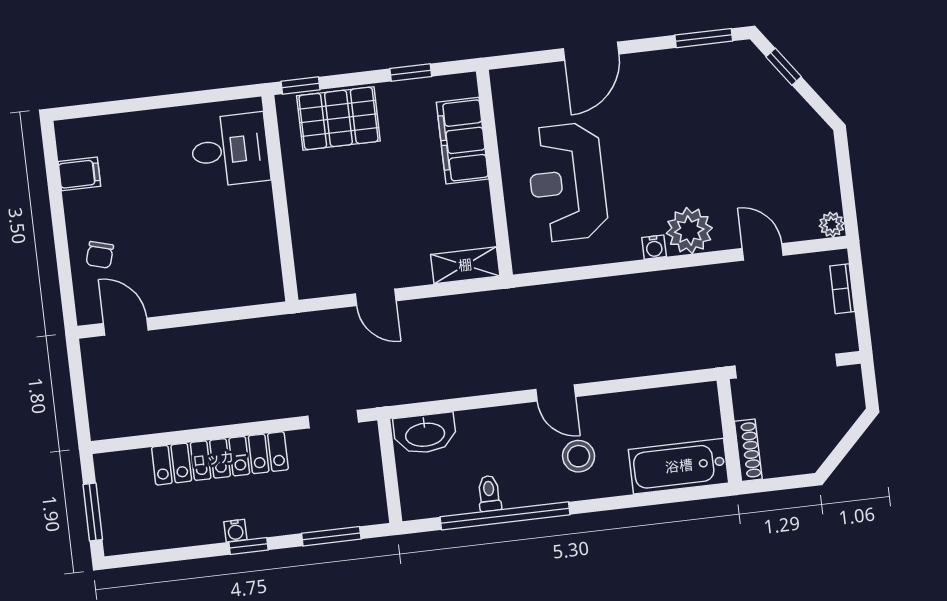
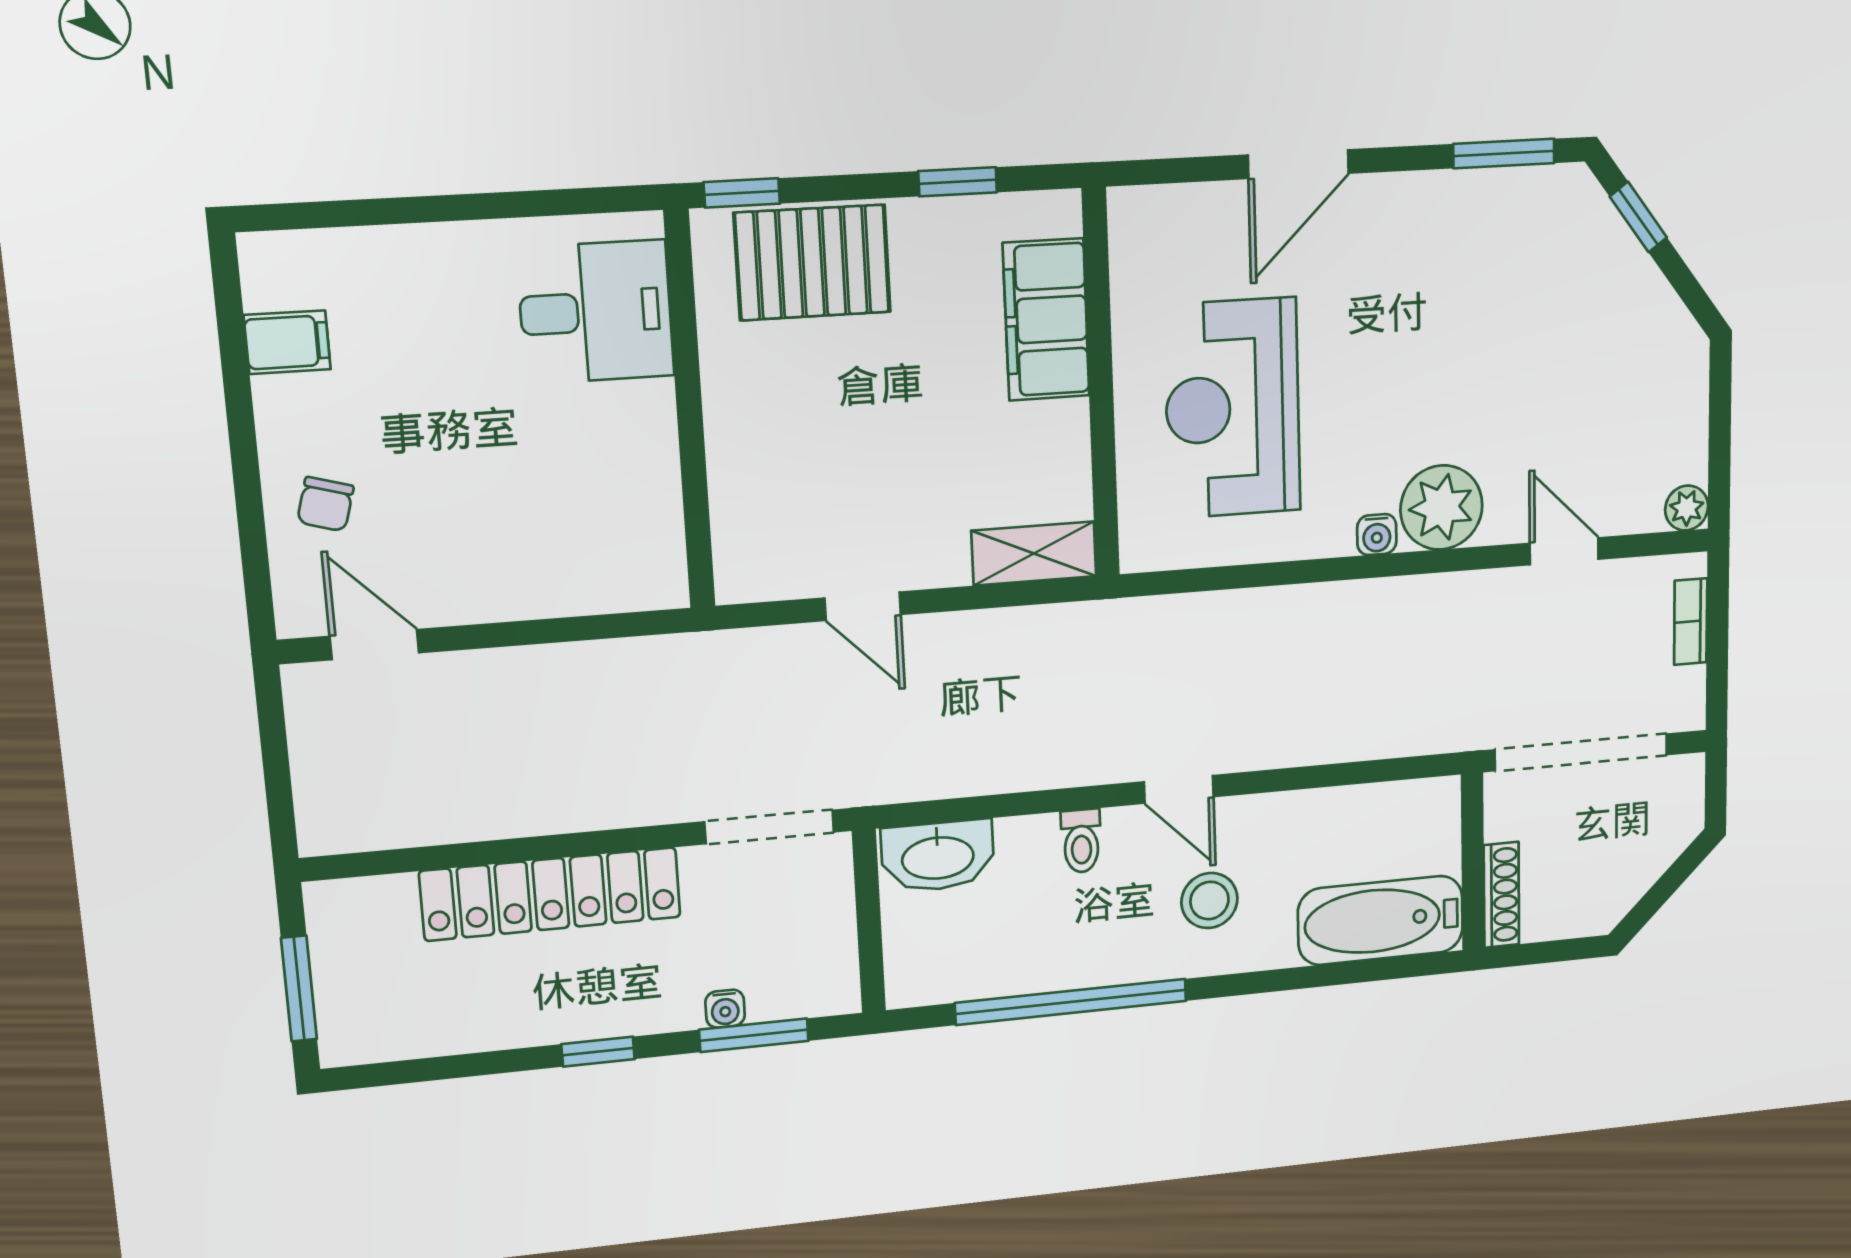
doorway: (333, 419) -> (769, 827), width x1.38
toilet: (489, 493) -> (1081, 841), moved, turned 180
water cooler: (235, 531) -> (725, 1009), moved

